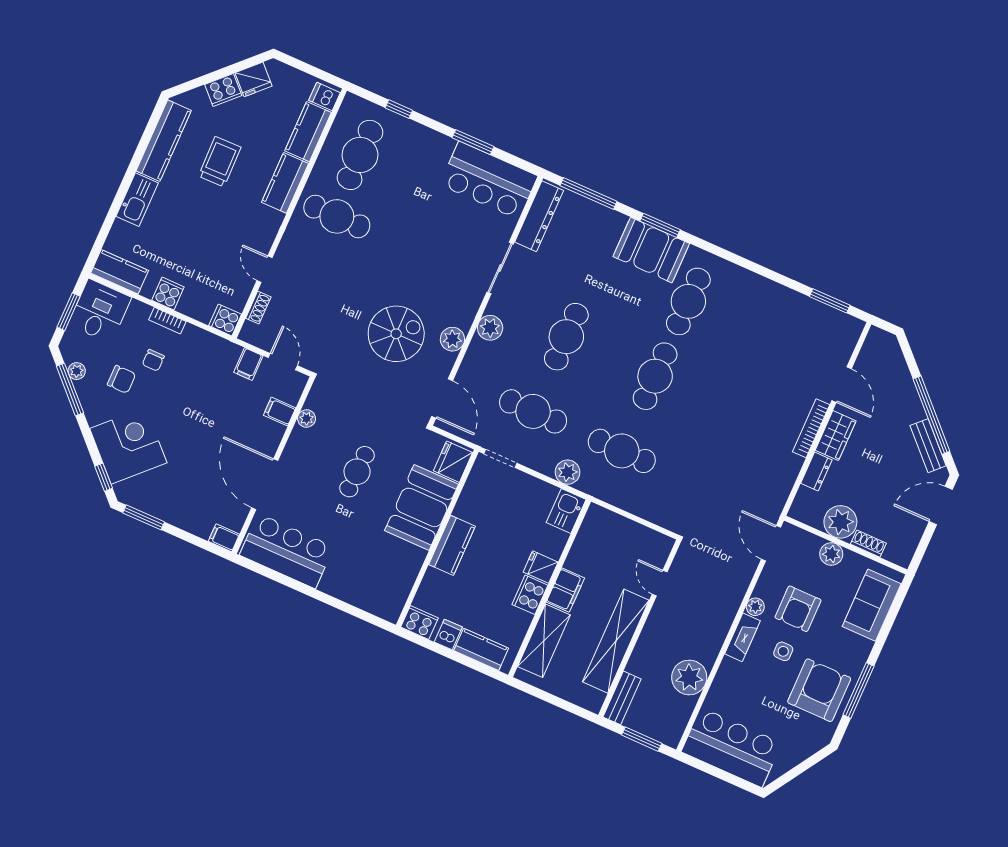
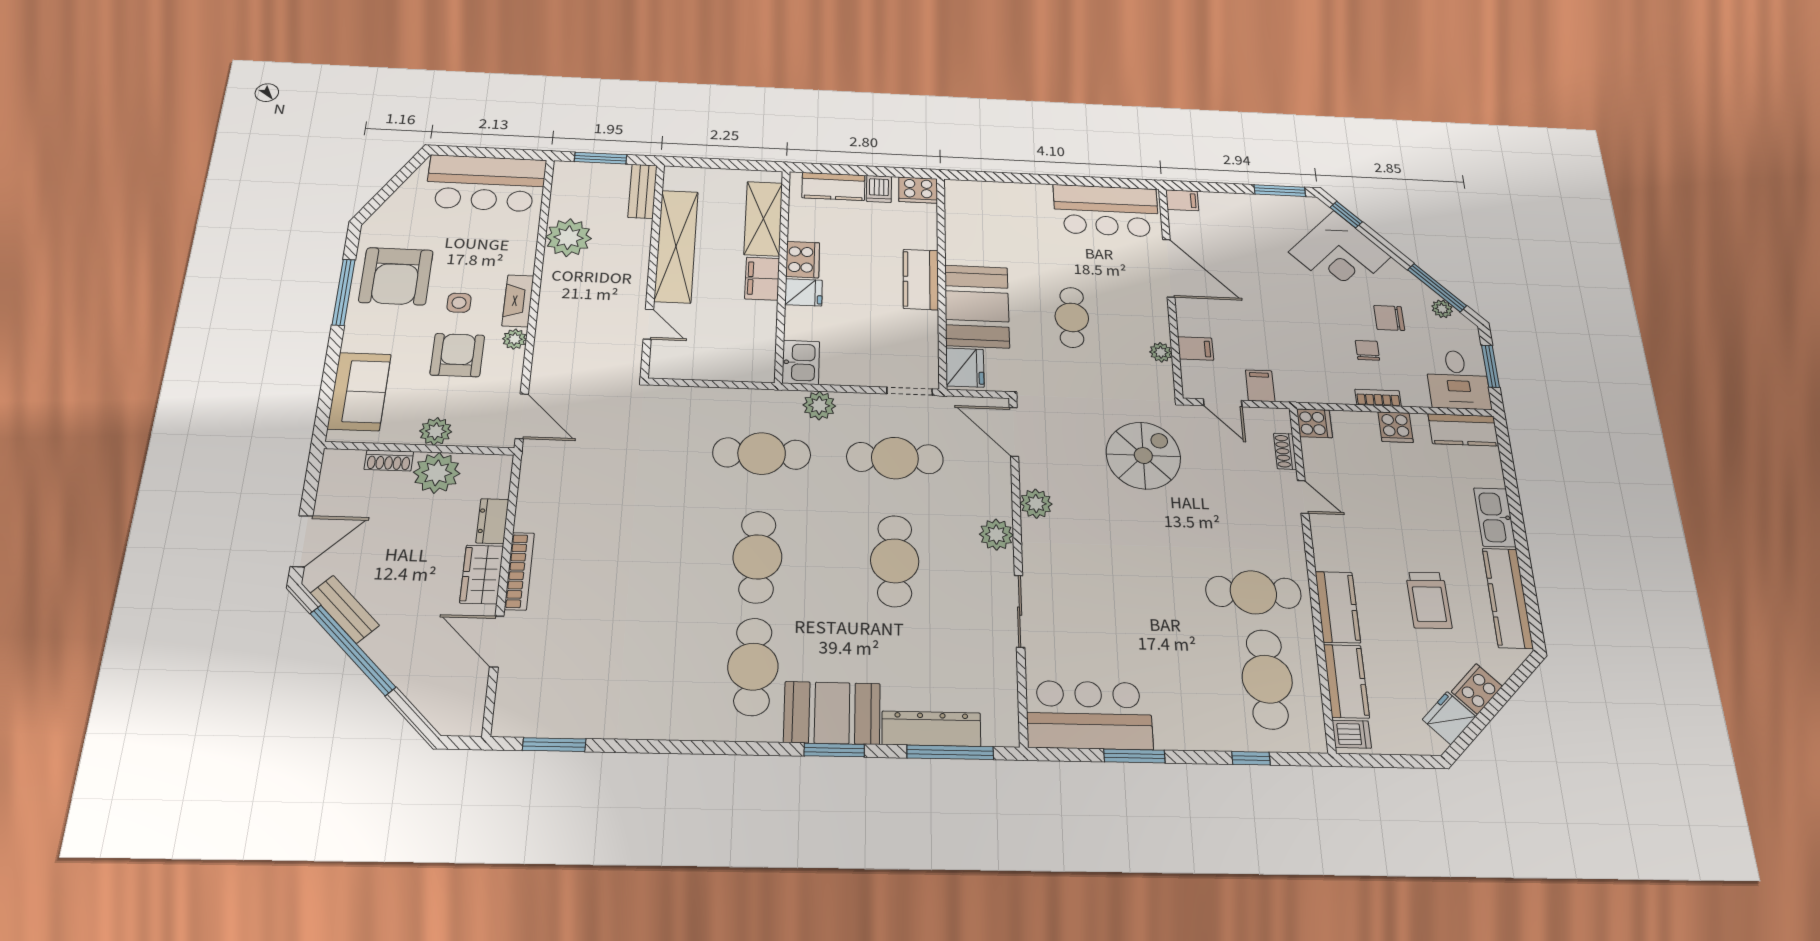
dresser: (539, 216) -> (931, 729), moved, turned 90
spiral stairs: (396, 334) -> (1143, 456), moved, turned 180

